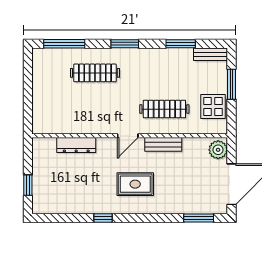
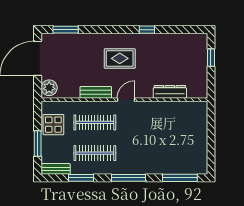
window: (125, 44) -> (129, 178), width x1.44
clothes rail: (95, 73) -> (95, 153), moved

